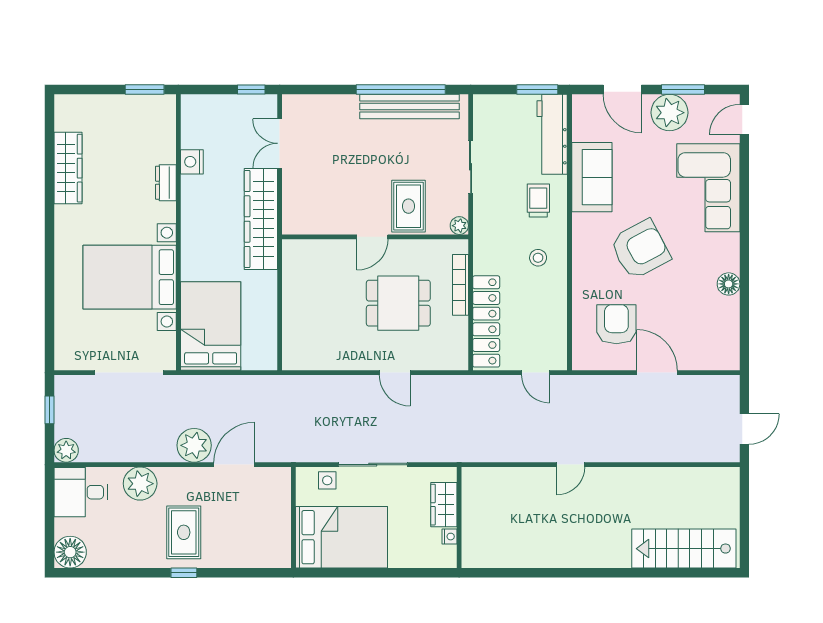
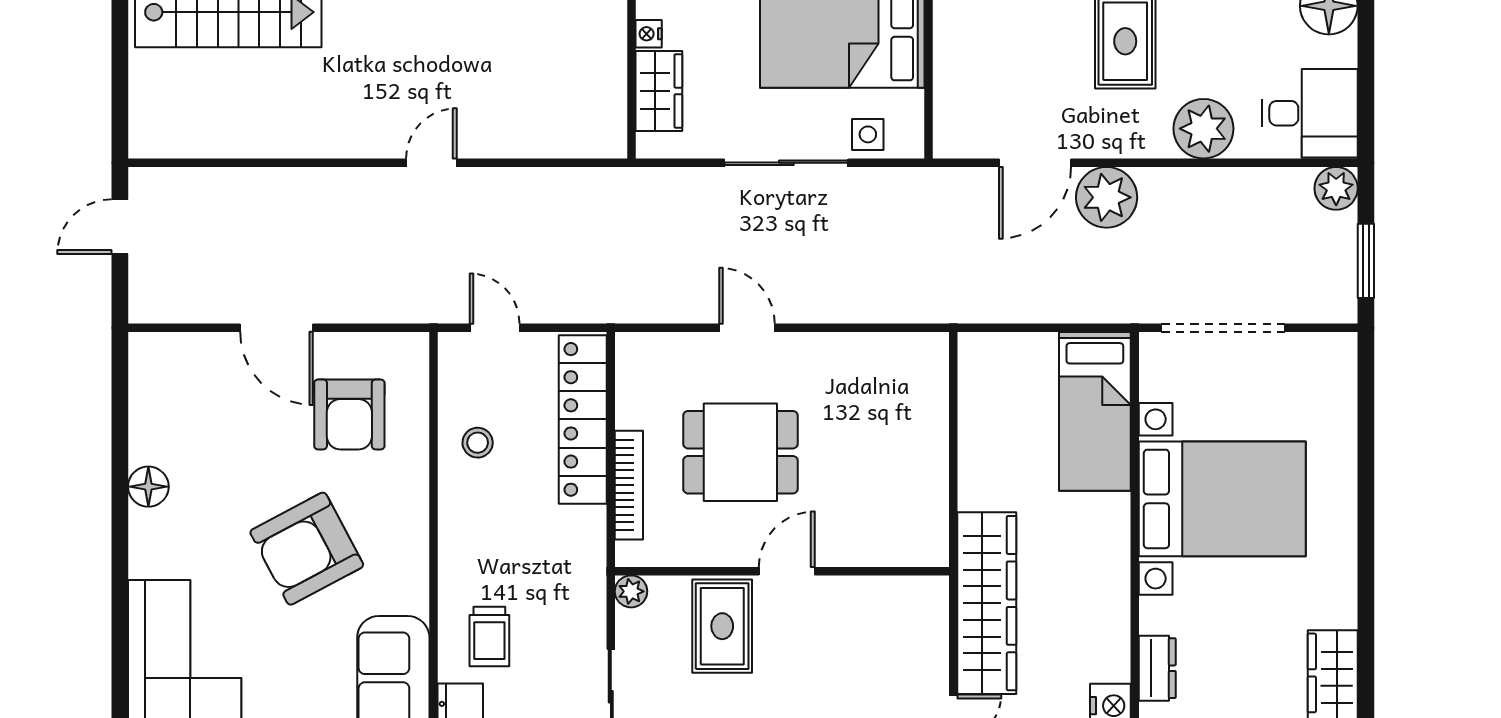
stool: (538, 258) -> (478, 443), moved
bed: (211, 326) -> (1095, 411), width x0.67
window: (50, 410) -> (1366, 261), width x1.50

